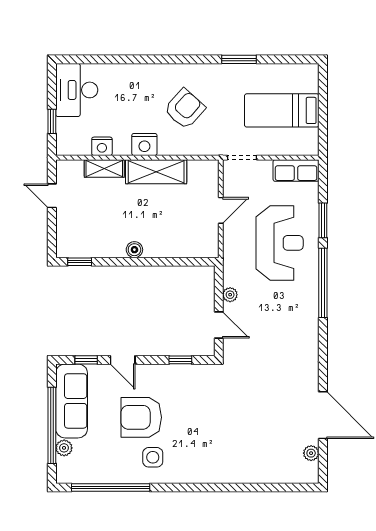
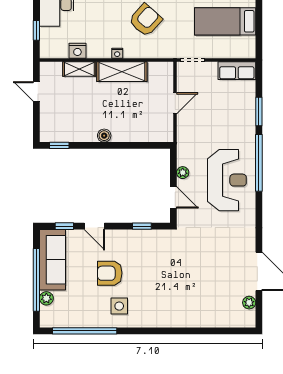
nightstand: (144, 144) -> (117, 53), width x0.53, depth x0.56
reception desk: (280, 243) -> (227, 180), moved
armchair: (141, 417) -> (110, 273), width x0.73, depth x0.73

